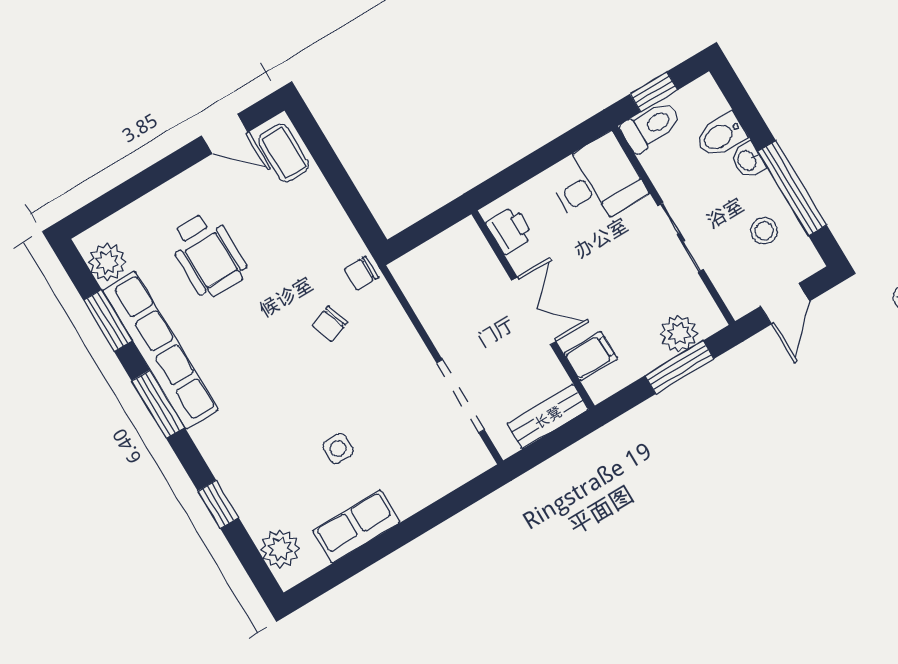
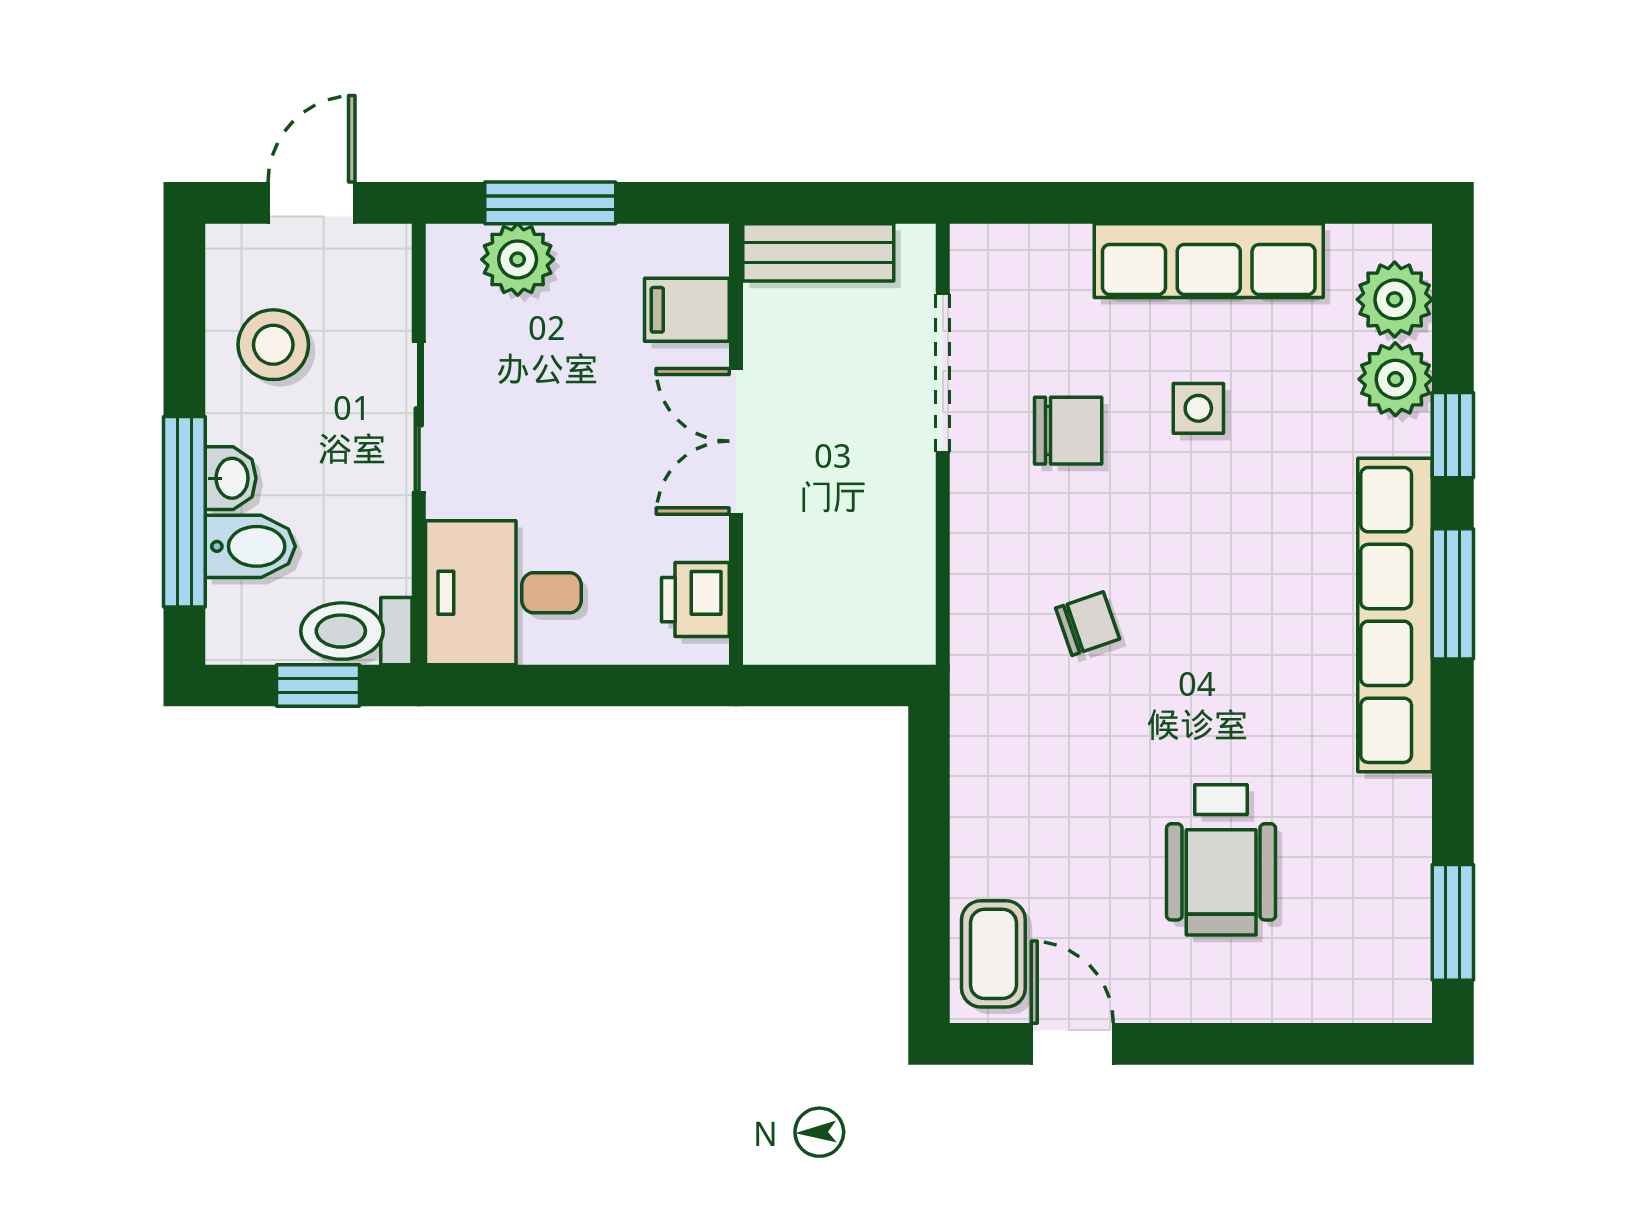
window: (792, 188) -> (184, 512), moved
stool: (764, 231) -> (273, 345), width x1.37, depth x1.37
wheelchair: (208, 255) -> (1221, 860), turned 180
plant: (107, 262) -> (1395, 379), moved
chair: (361, 273) -> (1068, 431), moved, width x1.37, depth x1.37
window: (108, 321) -> (1453, 922), moved
row of seats: (160, 350) -> (1395, 615), moved
window: (158, 404) -> (1453, 594), moved
row of seats: (356, 527) -> (1209, 261), width x1.48

